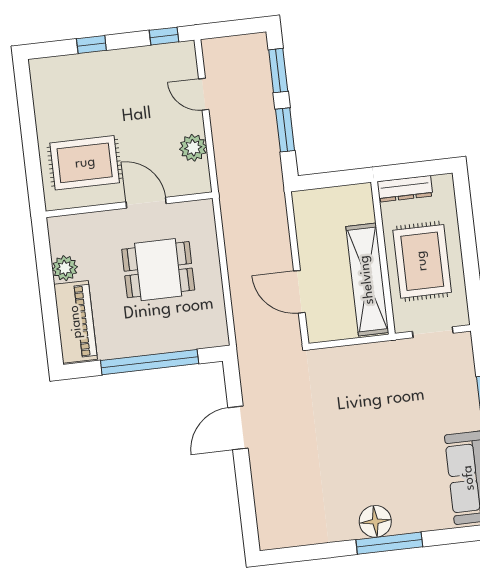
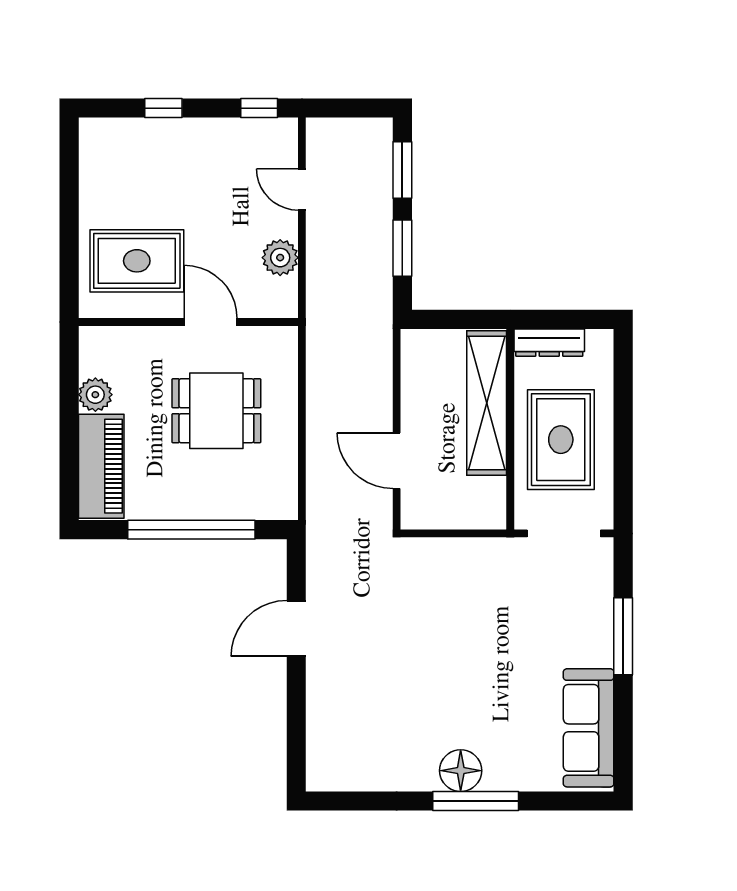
shelving: (367, 280) -> (487, 403), moved
doorway: (433, 332) -> (564, 533), width x1.38

